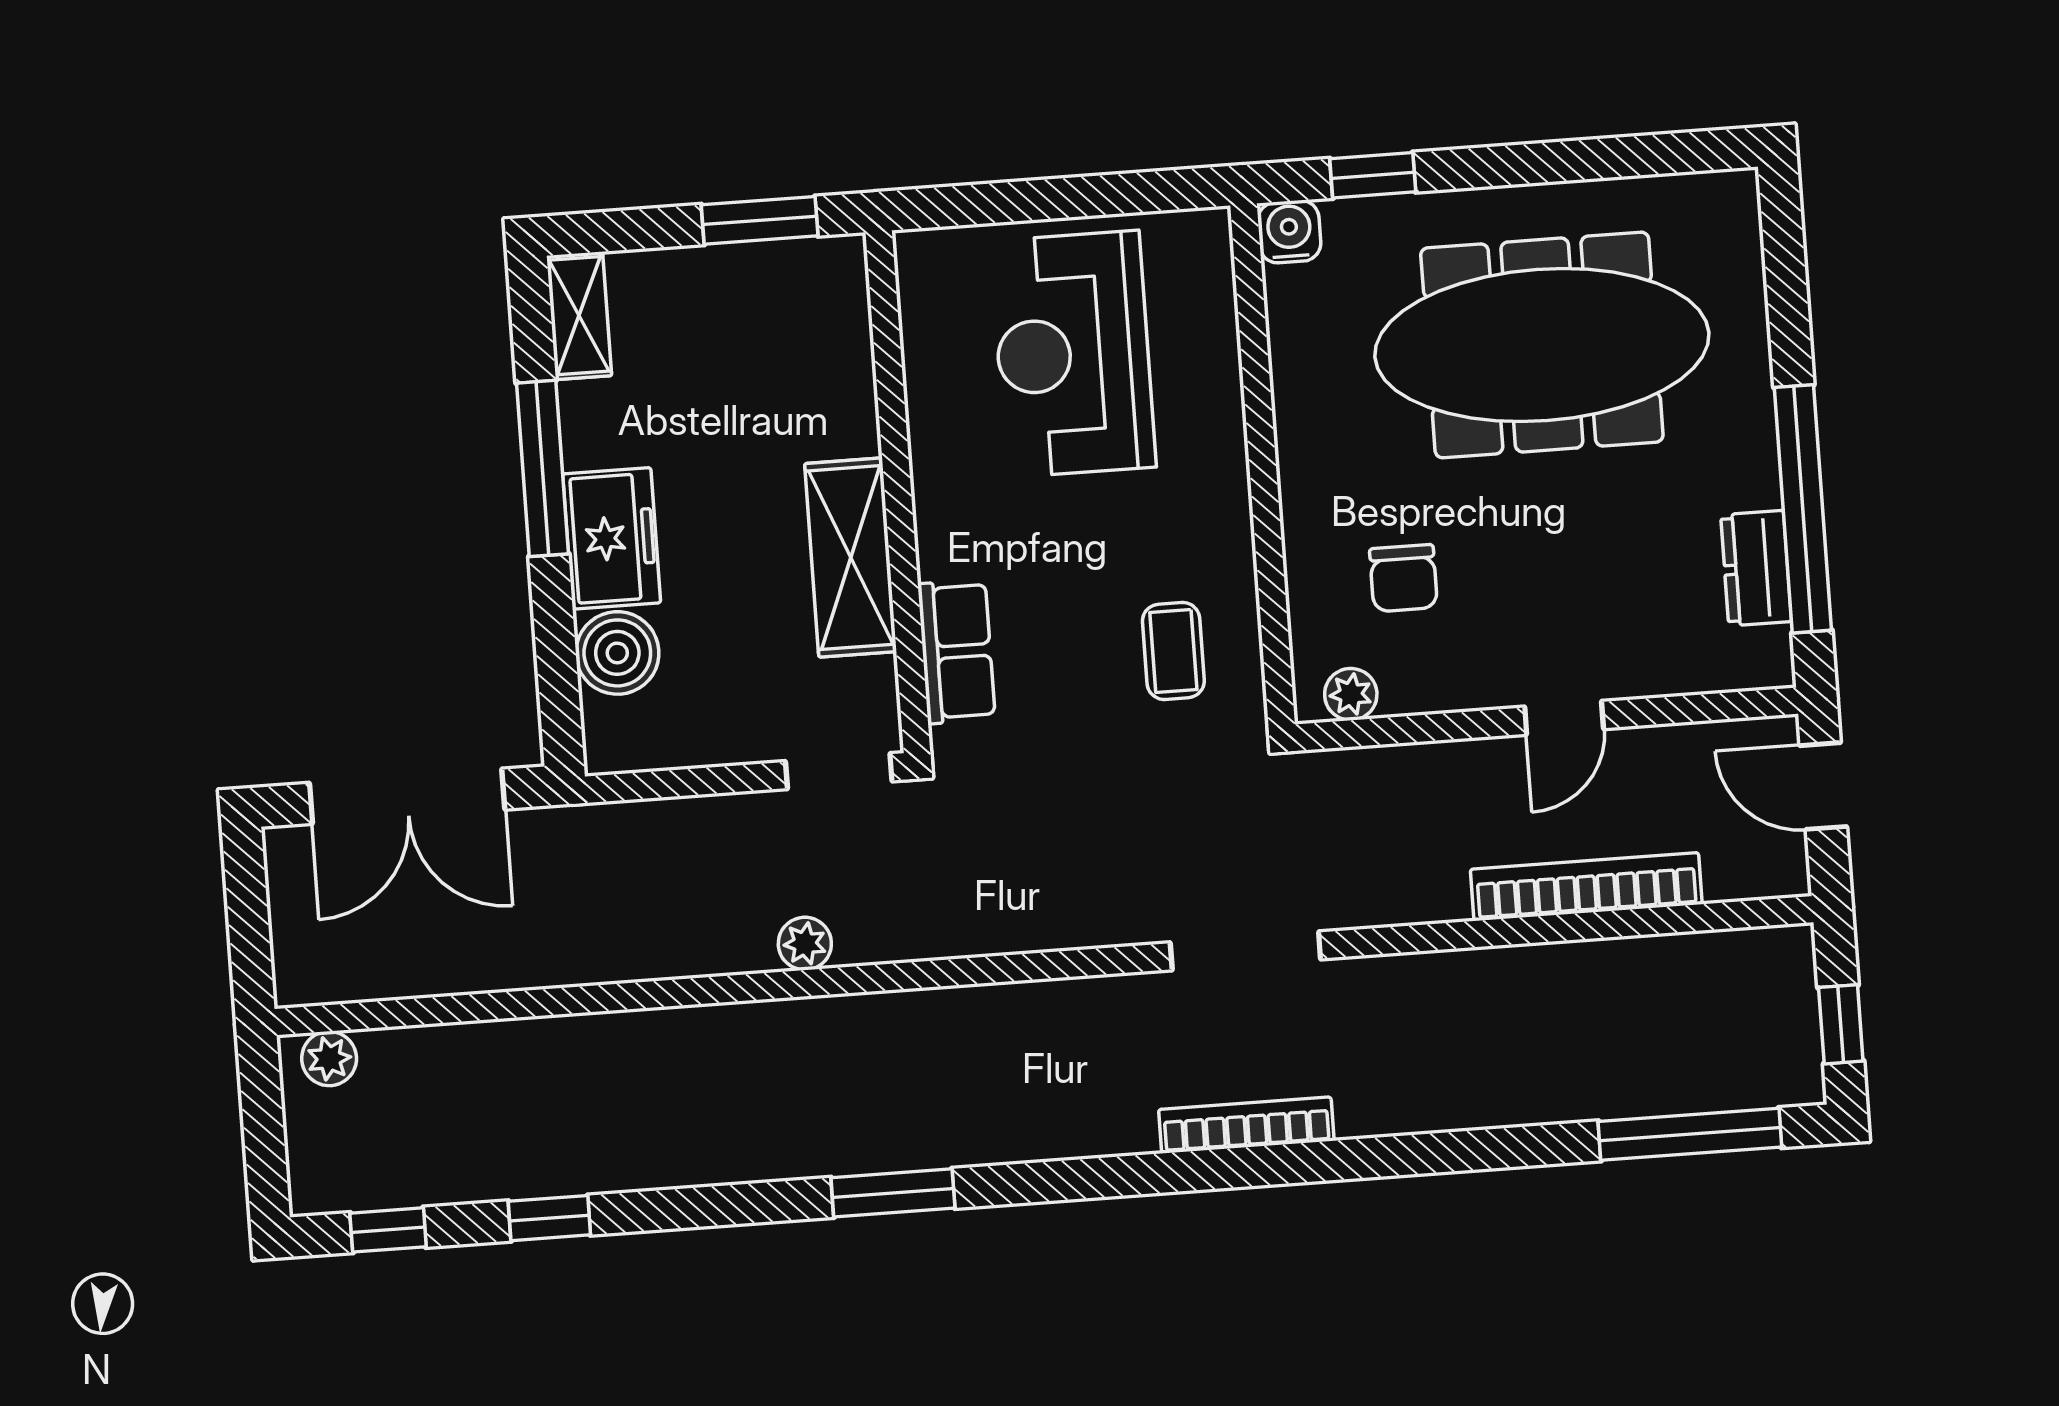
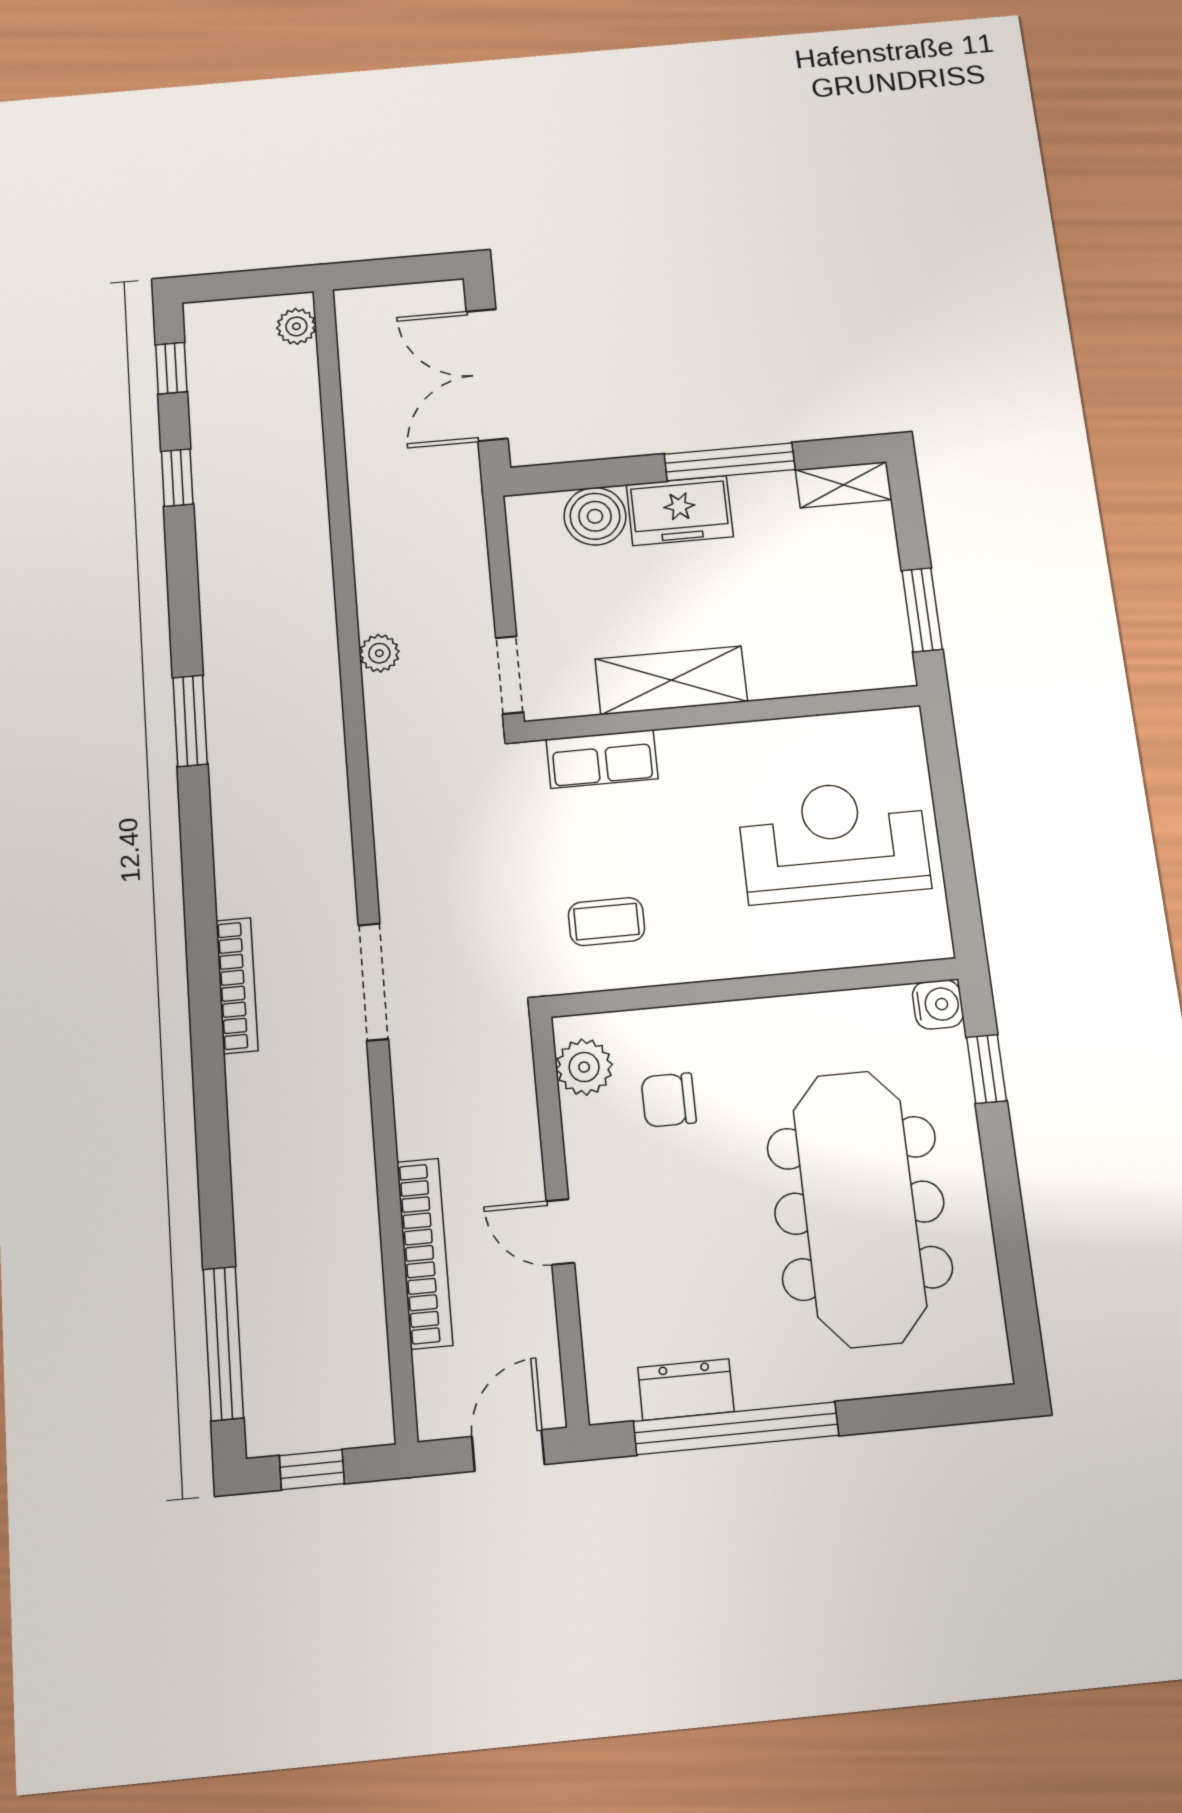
plant: (1351, 694) -> (584, 1067), width x1.38, depth x1.38

